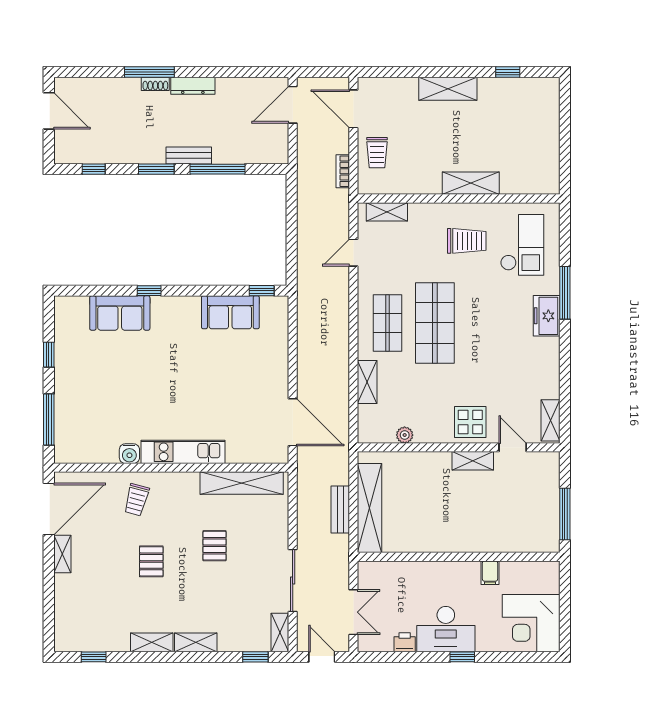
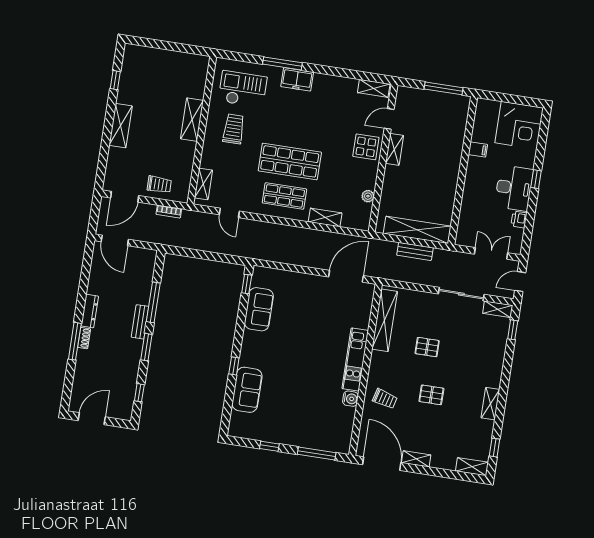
shelving: (196, 642) -> (472, 467), moved, turned 90

